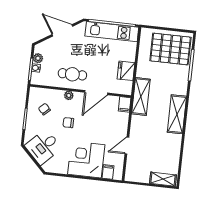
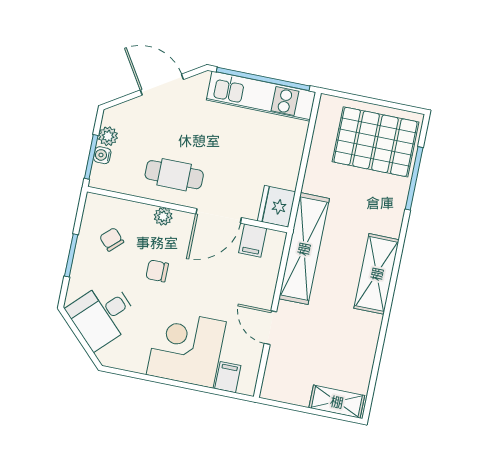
fridge: (126, 71) -> (277, 206), moved
shelving: (141, 96) -> (304, 249), width x1.47
filing cabinet: (125, 104) -> (253, 240), moved
door: (127, 146) -> (270, 328), hinge flipped

